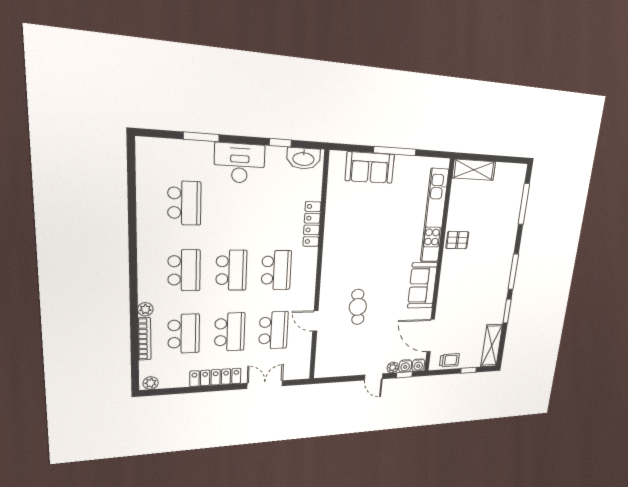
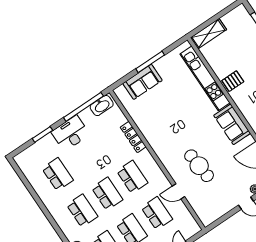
window: (280, 143) -> (83, 107), width x3.17
cafe table: (358, 307) -> (199, 166), width x1.37, depth x1.35

